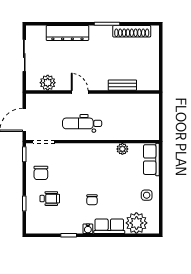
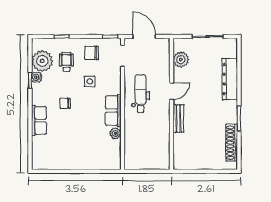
bench: (122, 85) -> (178, 118), moved
row of seats: (151, 160) -> (113, 111), moved, turned -90
side table: (147, 195) -> (90, 81), moved
wheelchair: (50, 199) -> (66, 62), turned 180
plant: (136, 223) -> (42, 61), moved
water cooler: (88, 229) -> (36, 77), moved

